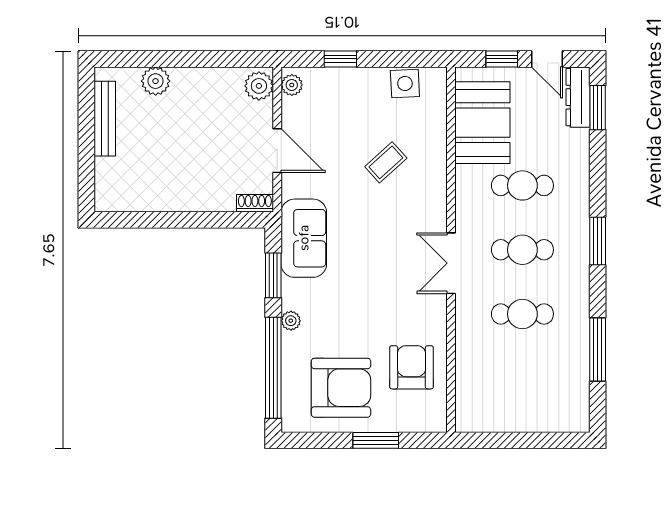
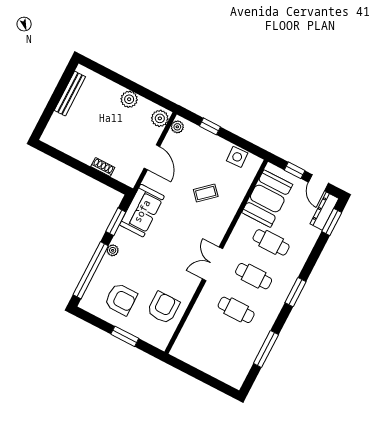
plant: (156, 81) -> (129, 99), moved
shoe rack: (255, 203) -> (103, 167), moved
armchair: (341, 388) -> (121, 299), width x0.73, depth x0.73

